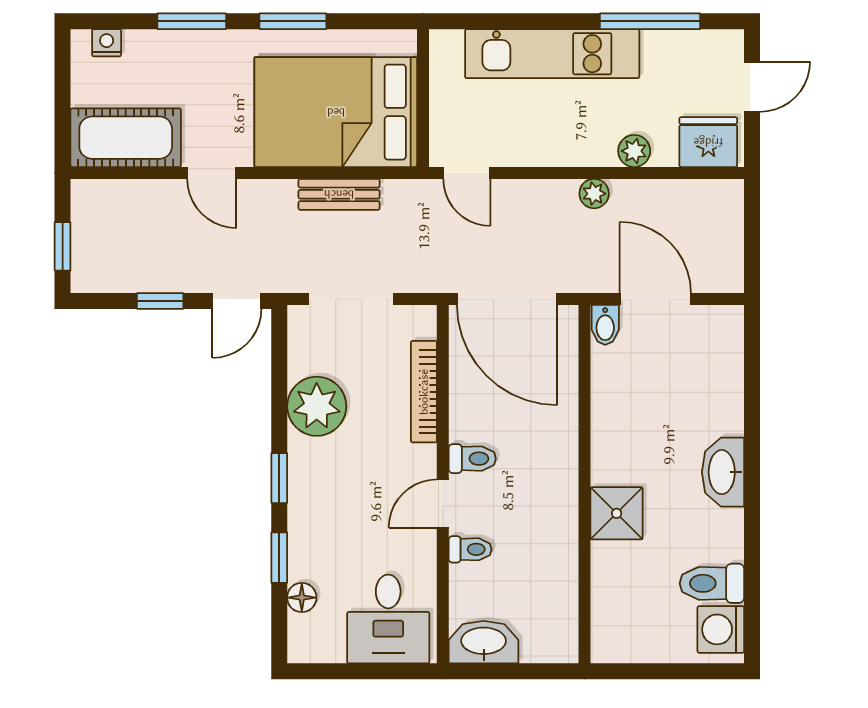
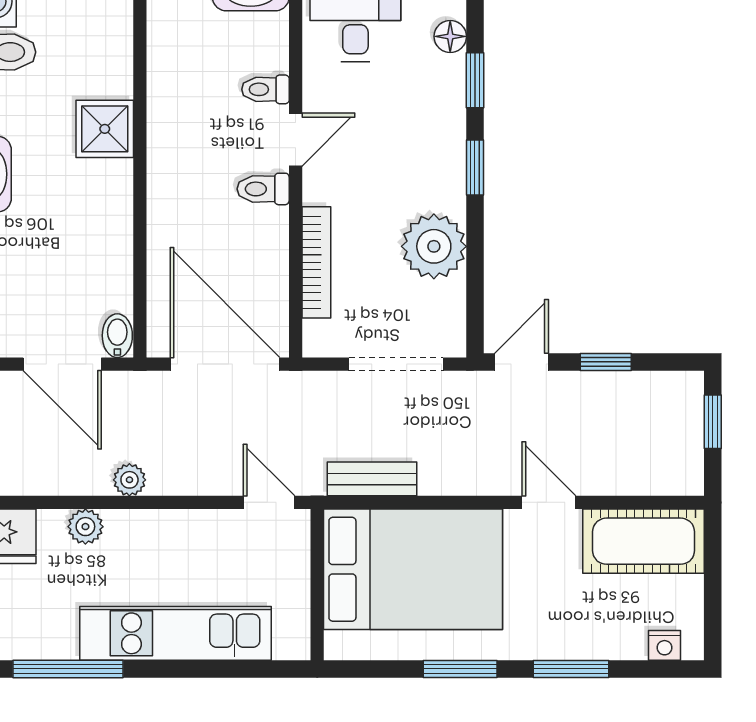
bench: (339, 194) -> (372, 479), moved

